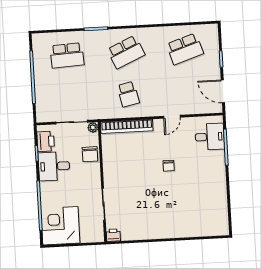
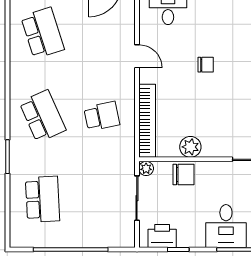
plant: (110, 158) -> (190, 147), added
desk: (54, 166) -> (226, 226), moved

